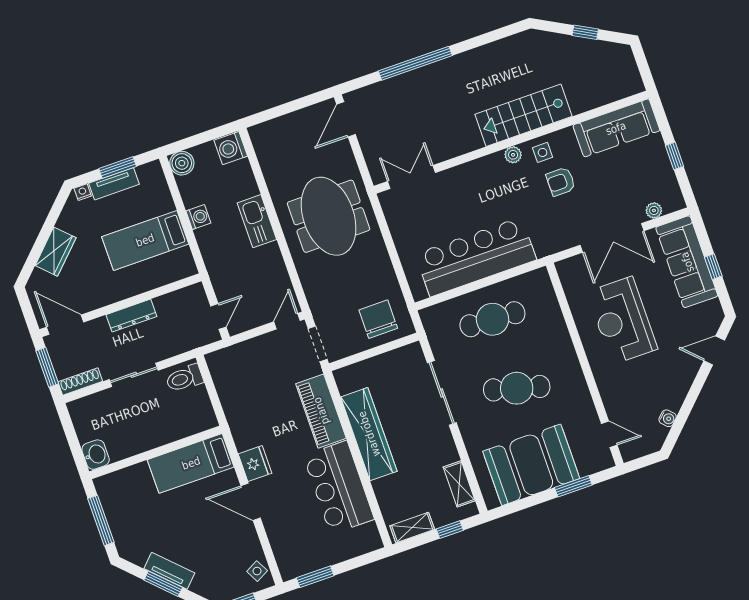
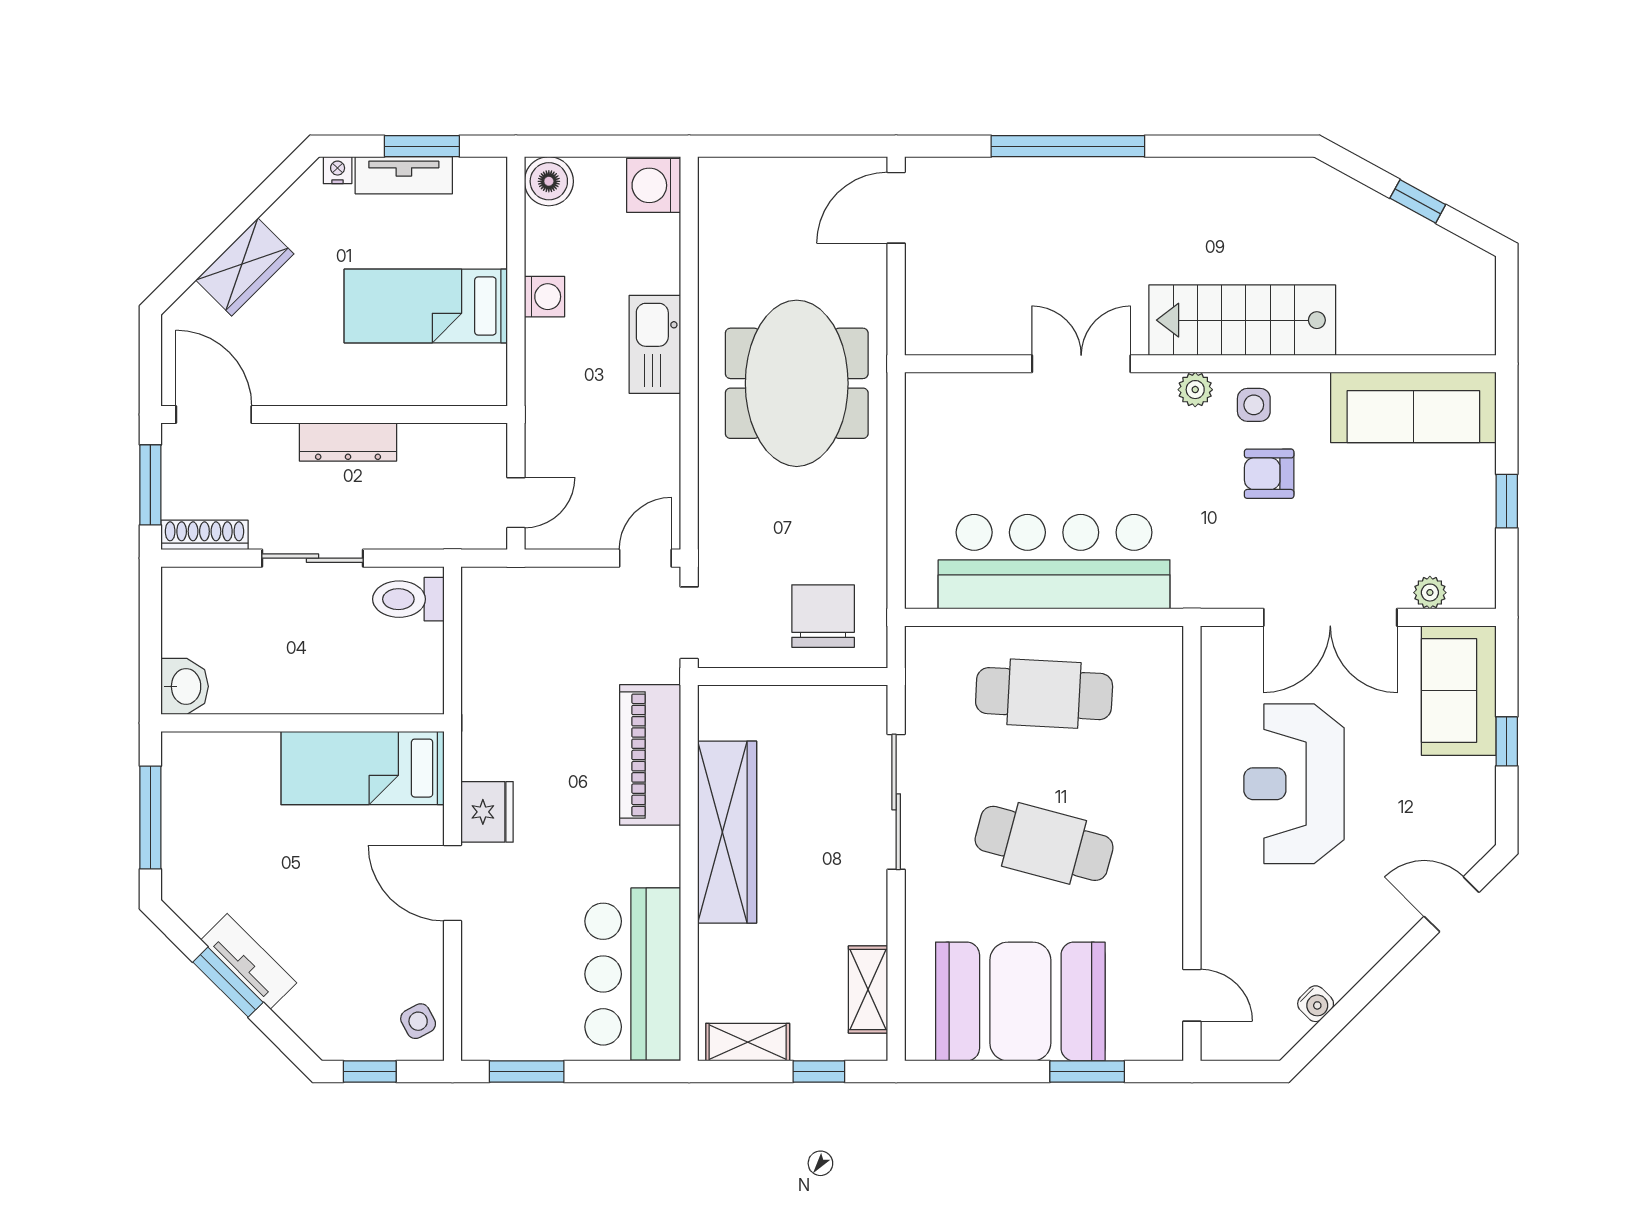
double door: (411, 177) -> (1081, 364), moved
sofa: (687, 262) -> (1459, 691), width x0.73
bar counter: (339, 487) -> (633, 974), moved

